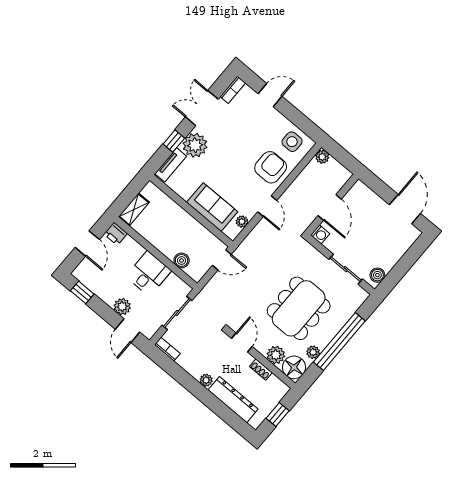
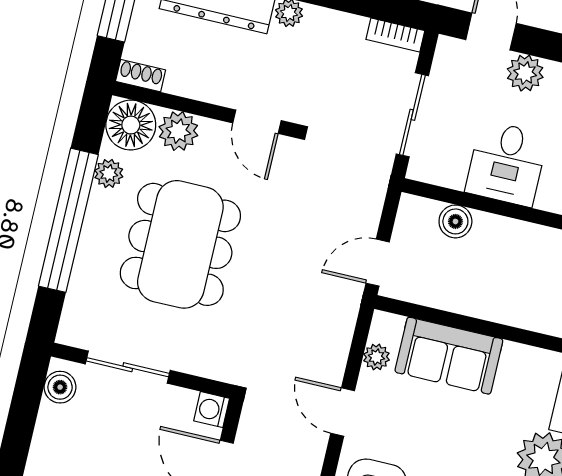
shoe rack: (261, 370) -> (141, 76), moved

